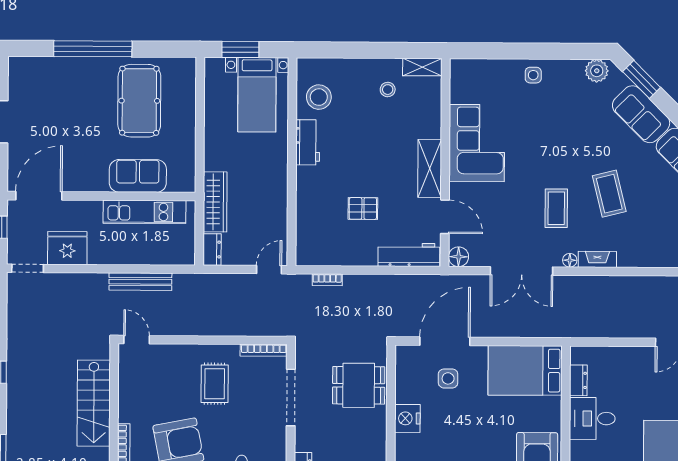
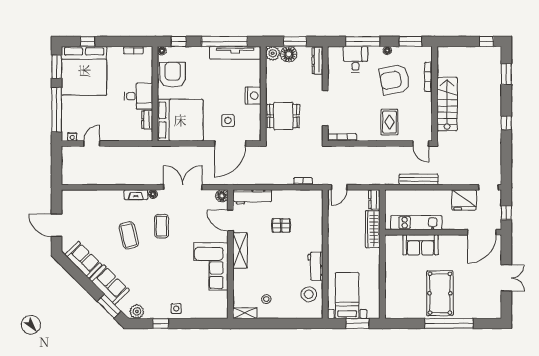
window: (558, 51) -> (161, 323), added
pool table: (139, 101) -> (440, 293), moved
bed: (525, 370) -> (180, 120), width x1.36
rug: (215, 384) -> (389, 122), moved

